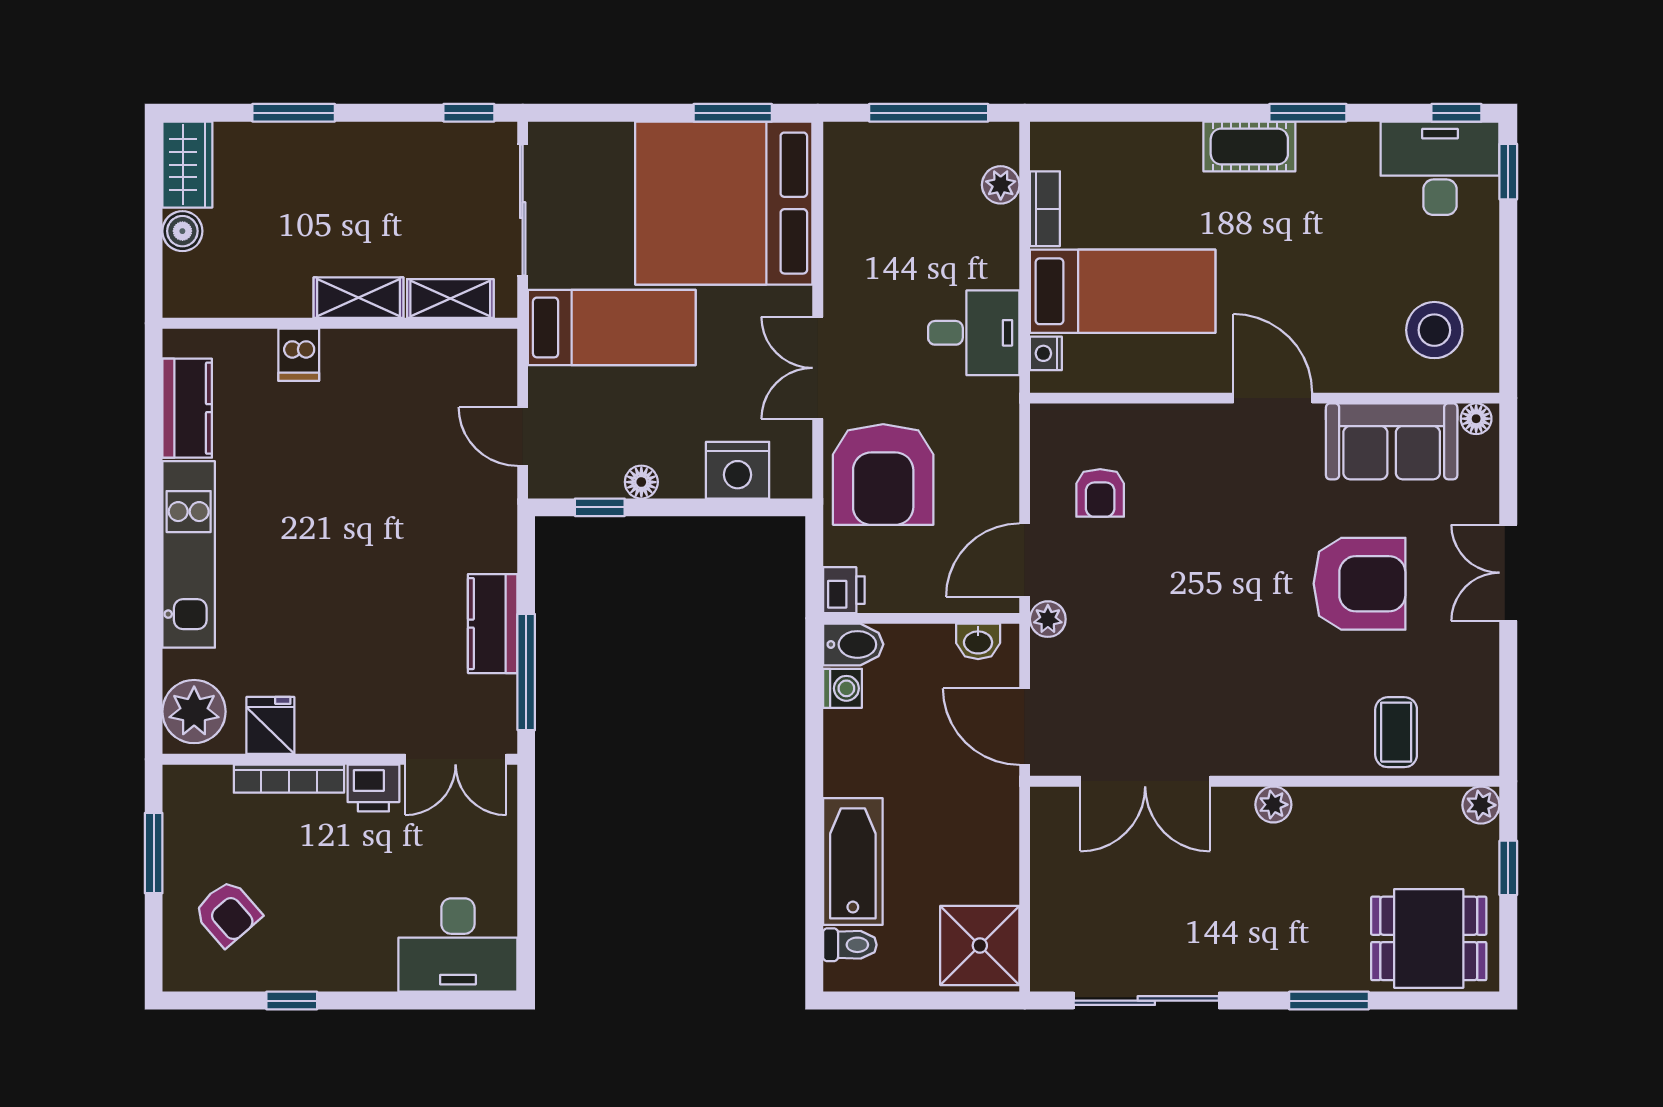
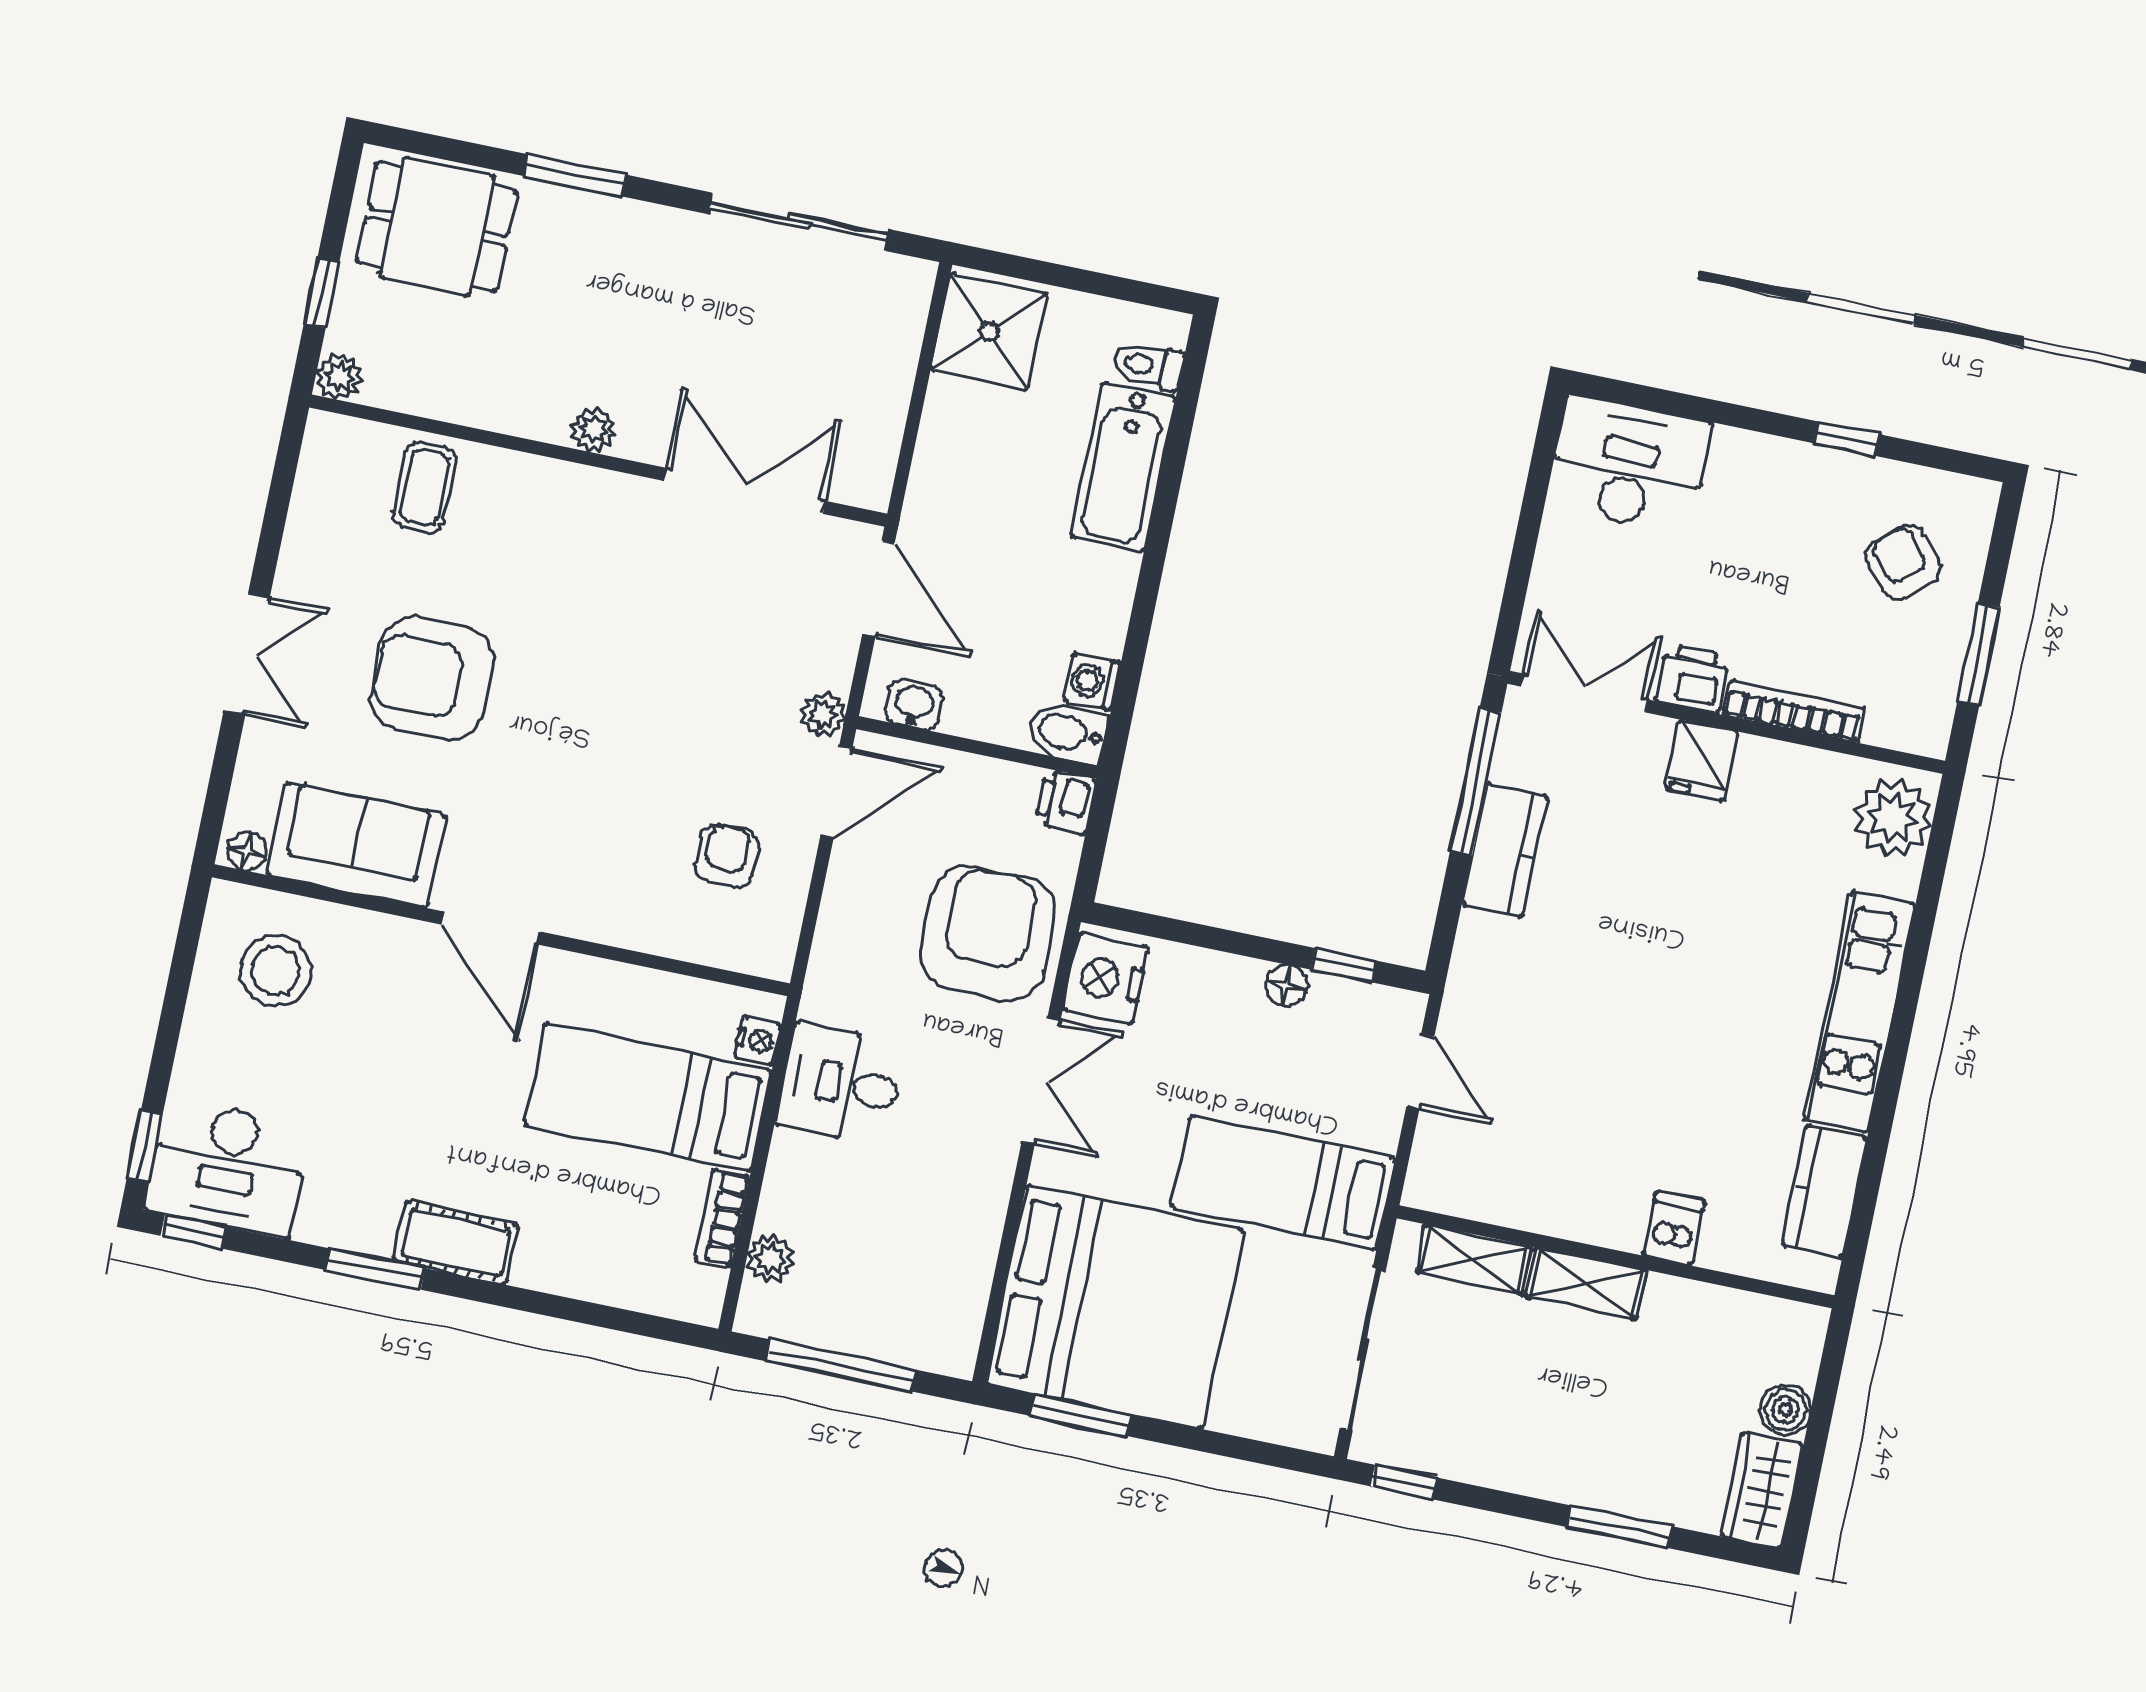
nightstand: (738, 470) -> (1105, 979), moved, turned -90
fridge: (270, 725) -> (1701, 760), moved

